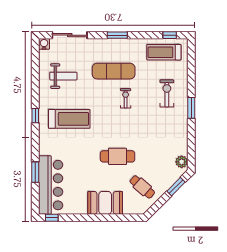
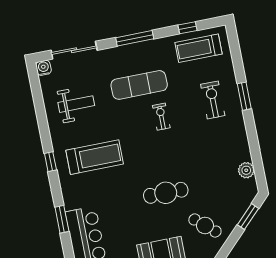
window: (117, 35) -> (135, 38), width x1.44
window: (170, 35) -> (187, 28), moved
window: (191, 108) -> (244, 96), moved
plant: (182, 162) -> (246, 170), moved
window: (35, 172) -> (62, 219), moved

